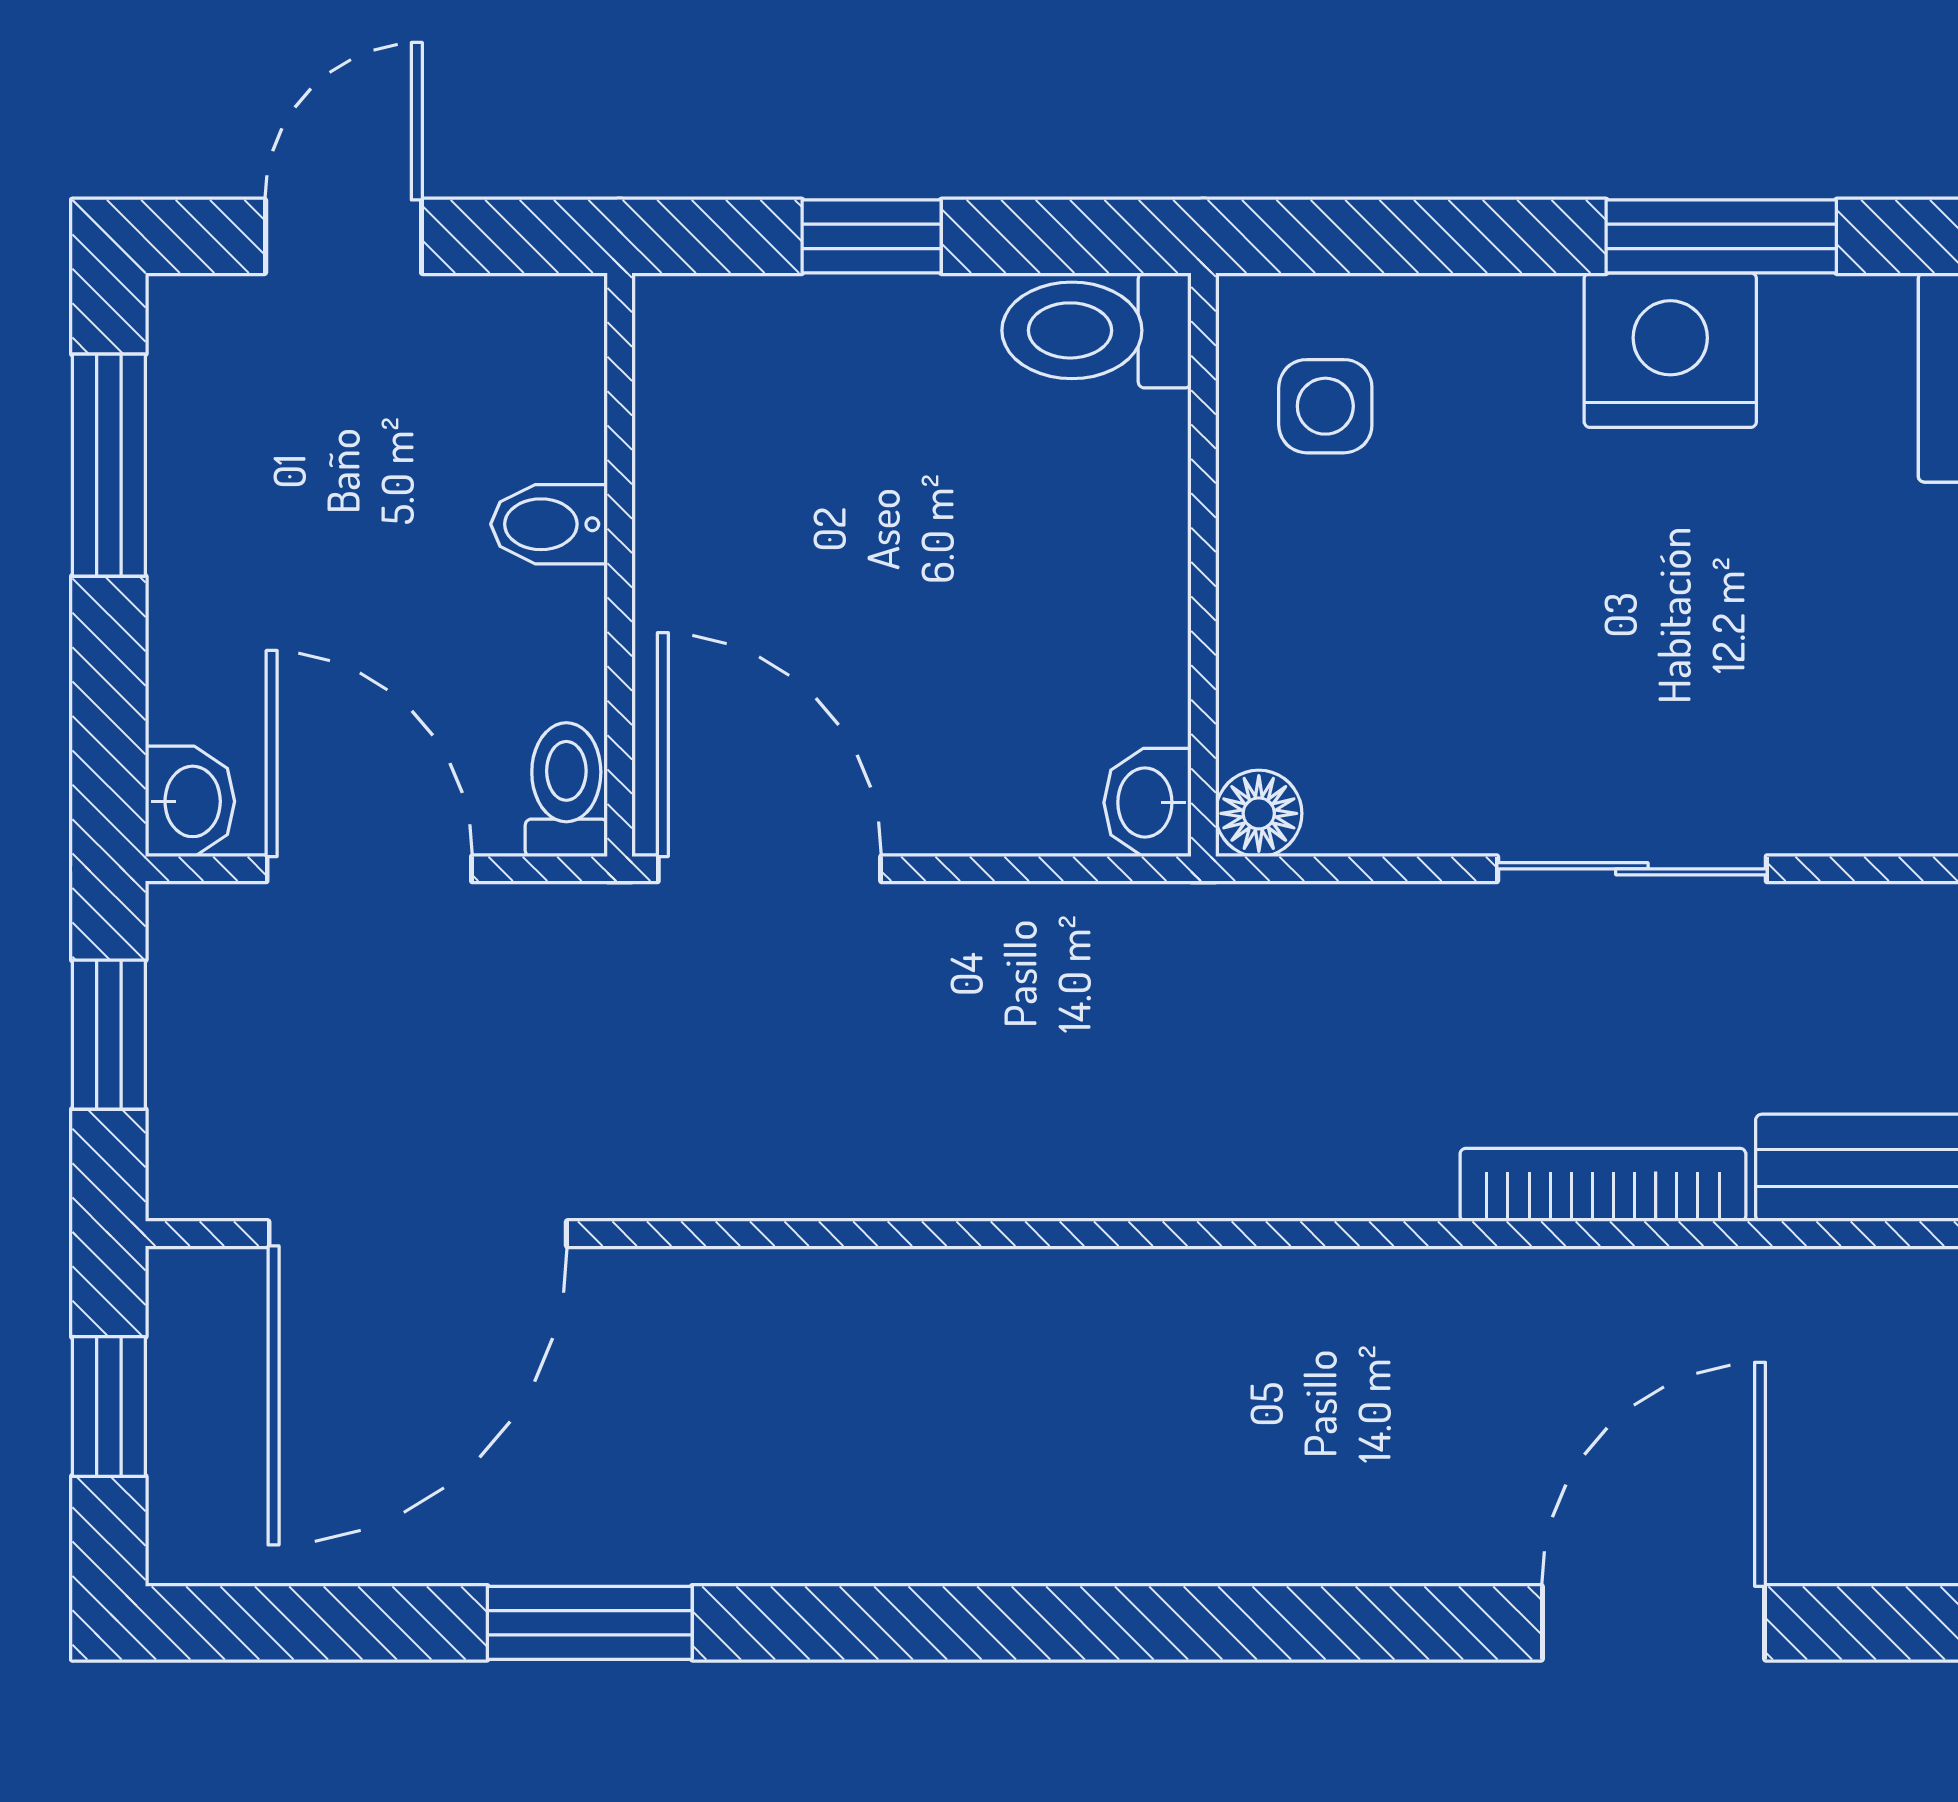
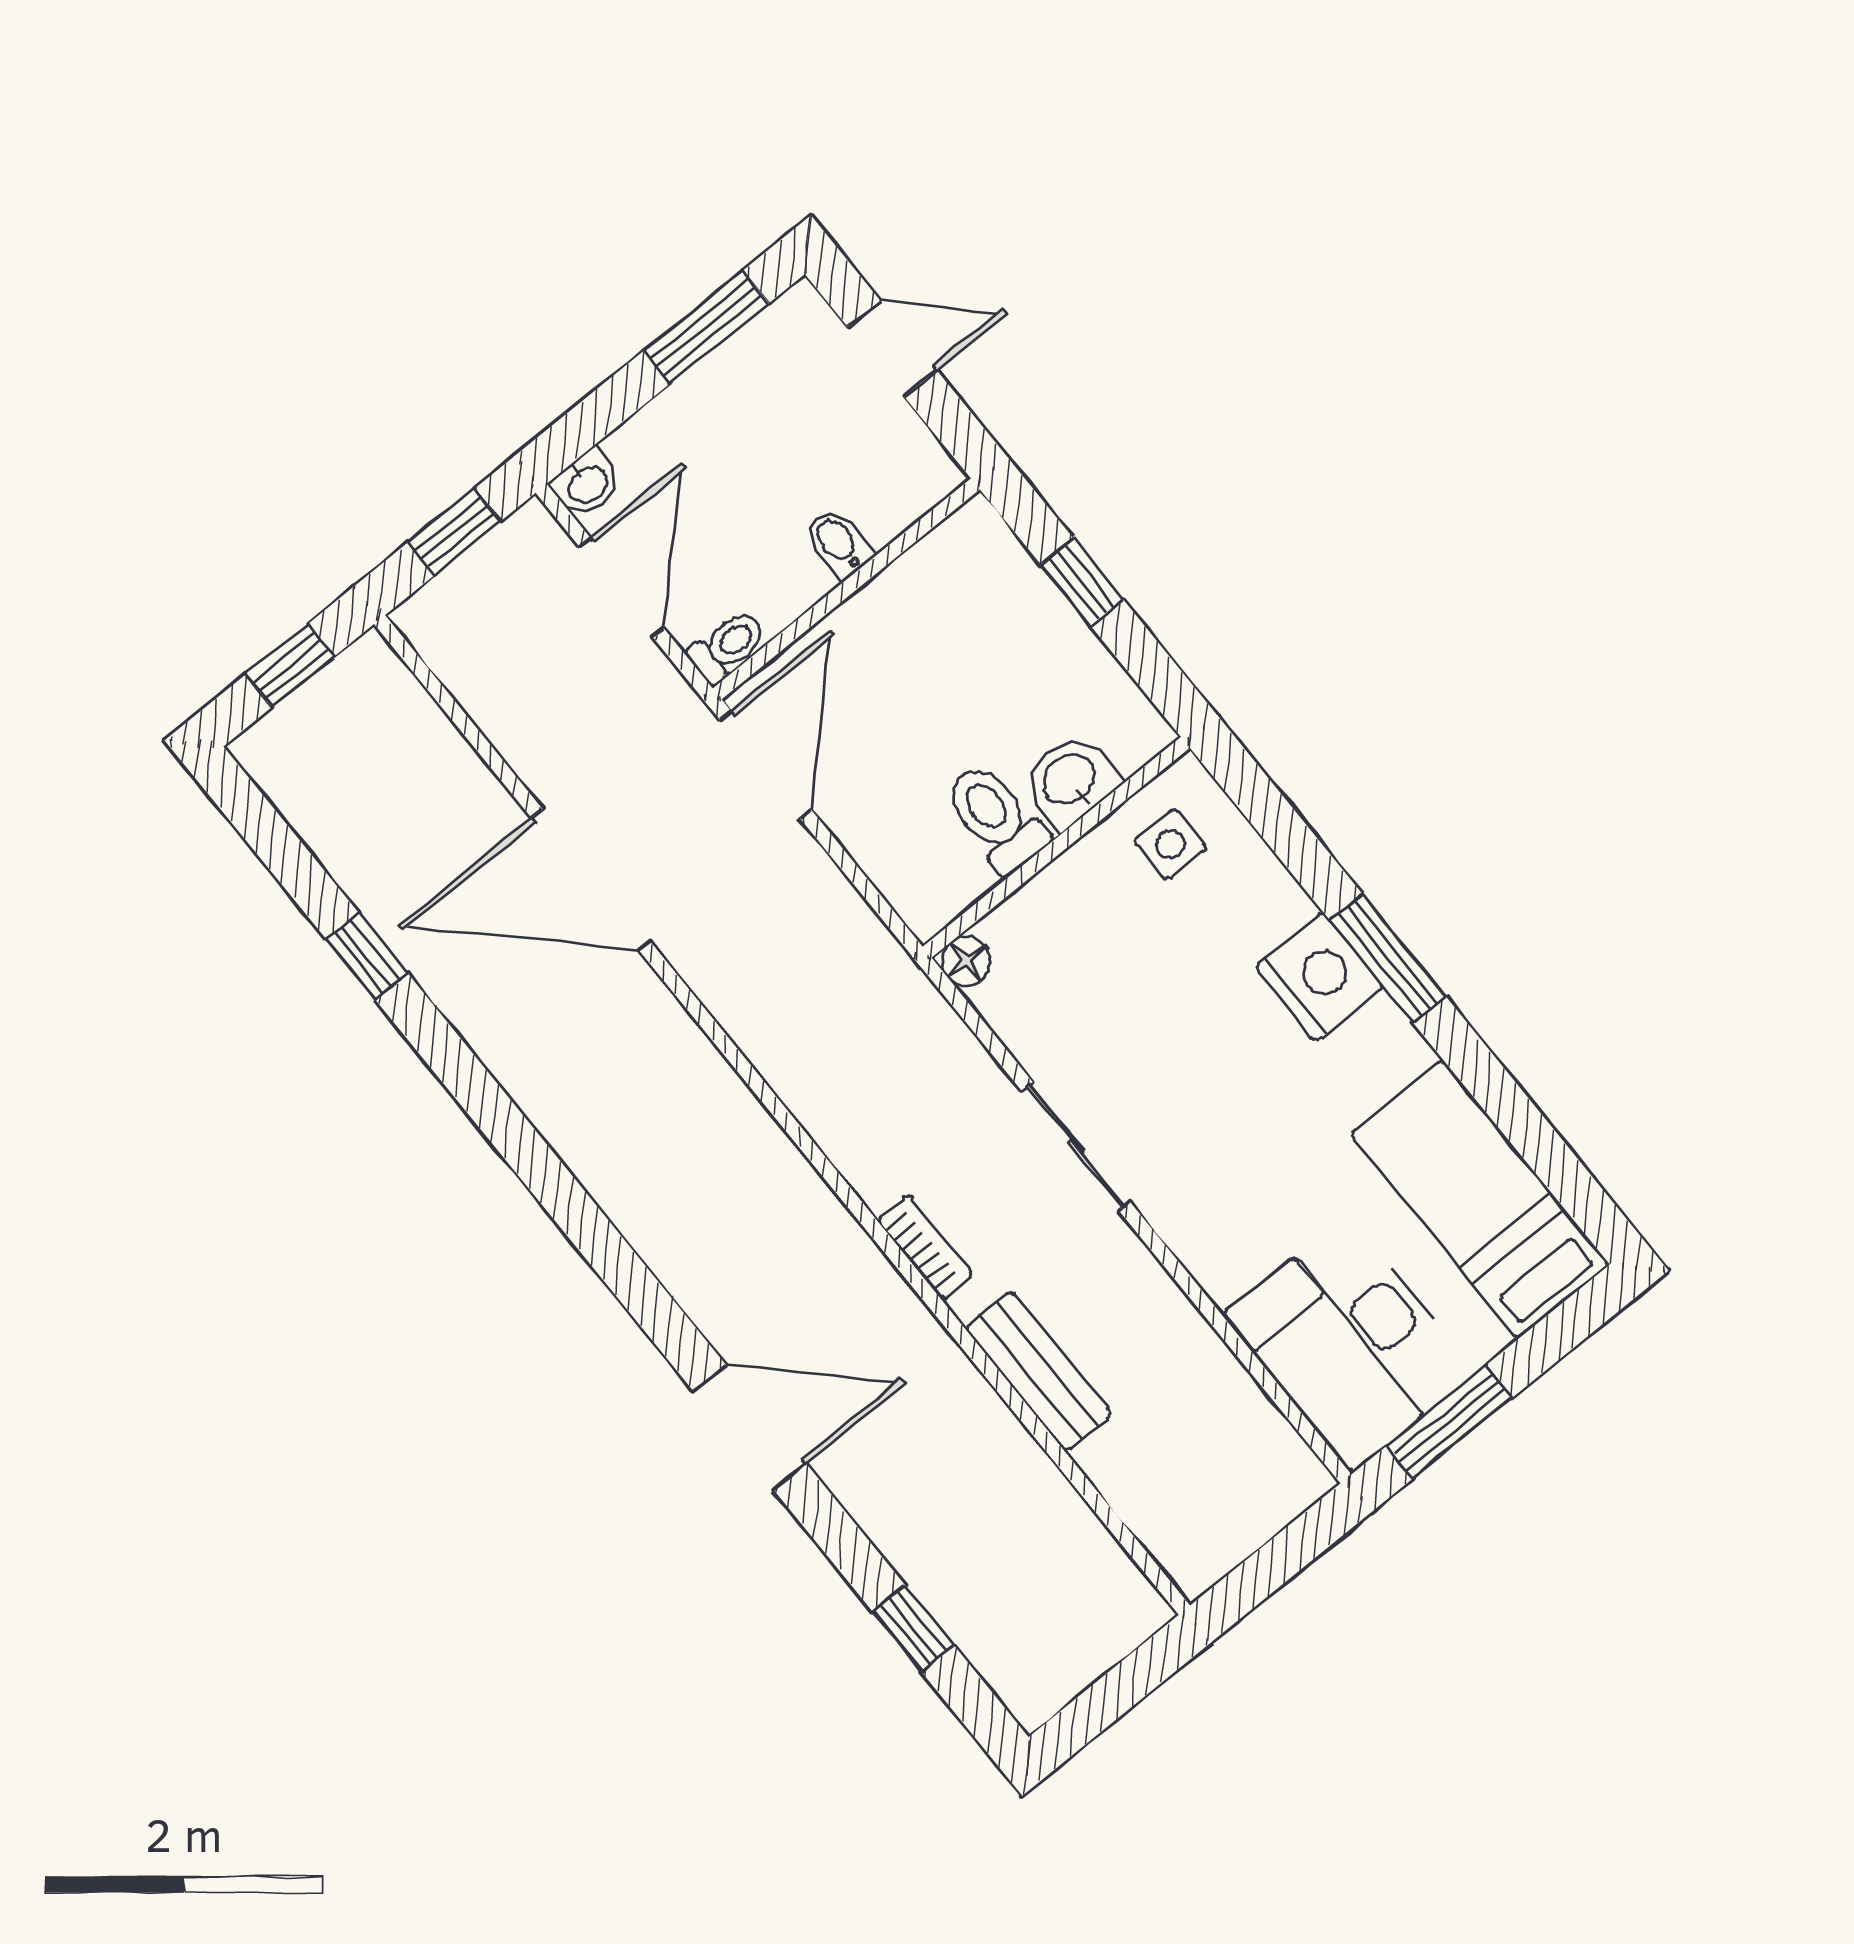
toilet: (1097, 330) -> (996, 818), moved
washbasin: (1148, 803) -> (1070, 781), moved, width x1.38, depth x1.45
bookcase: (1603, 1185) -> (925, 1247), width x0.64
door: (418, 1234) -> (591, 880), moved
window: (590, 1623) -> (367, 956), width x0.67

